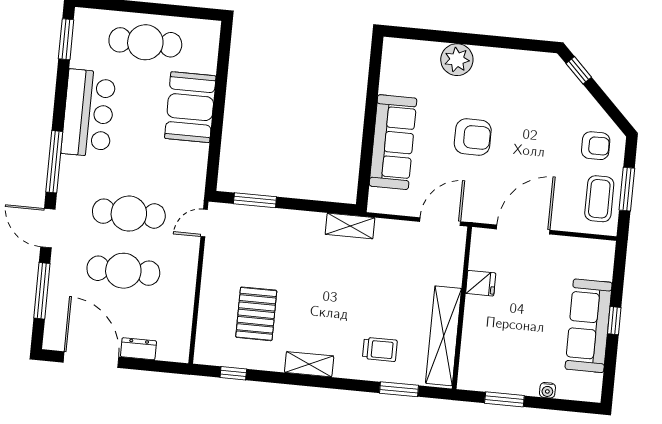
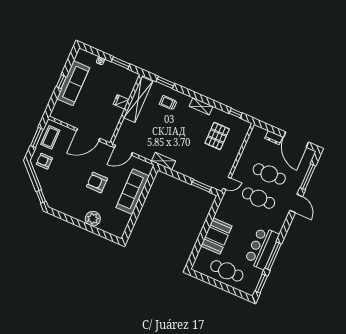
window: (54, 162) -> (273, 256), moved
fridge: (481, 283) -> (121, 102), moved

